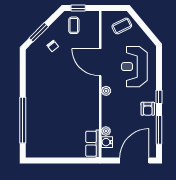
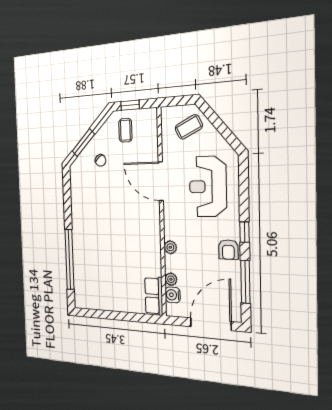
plant: (106, 91) -> (170, 247), moved

